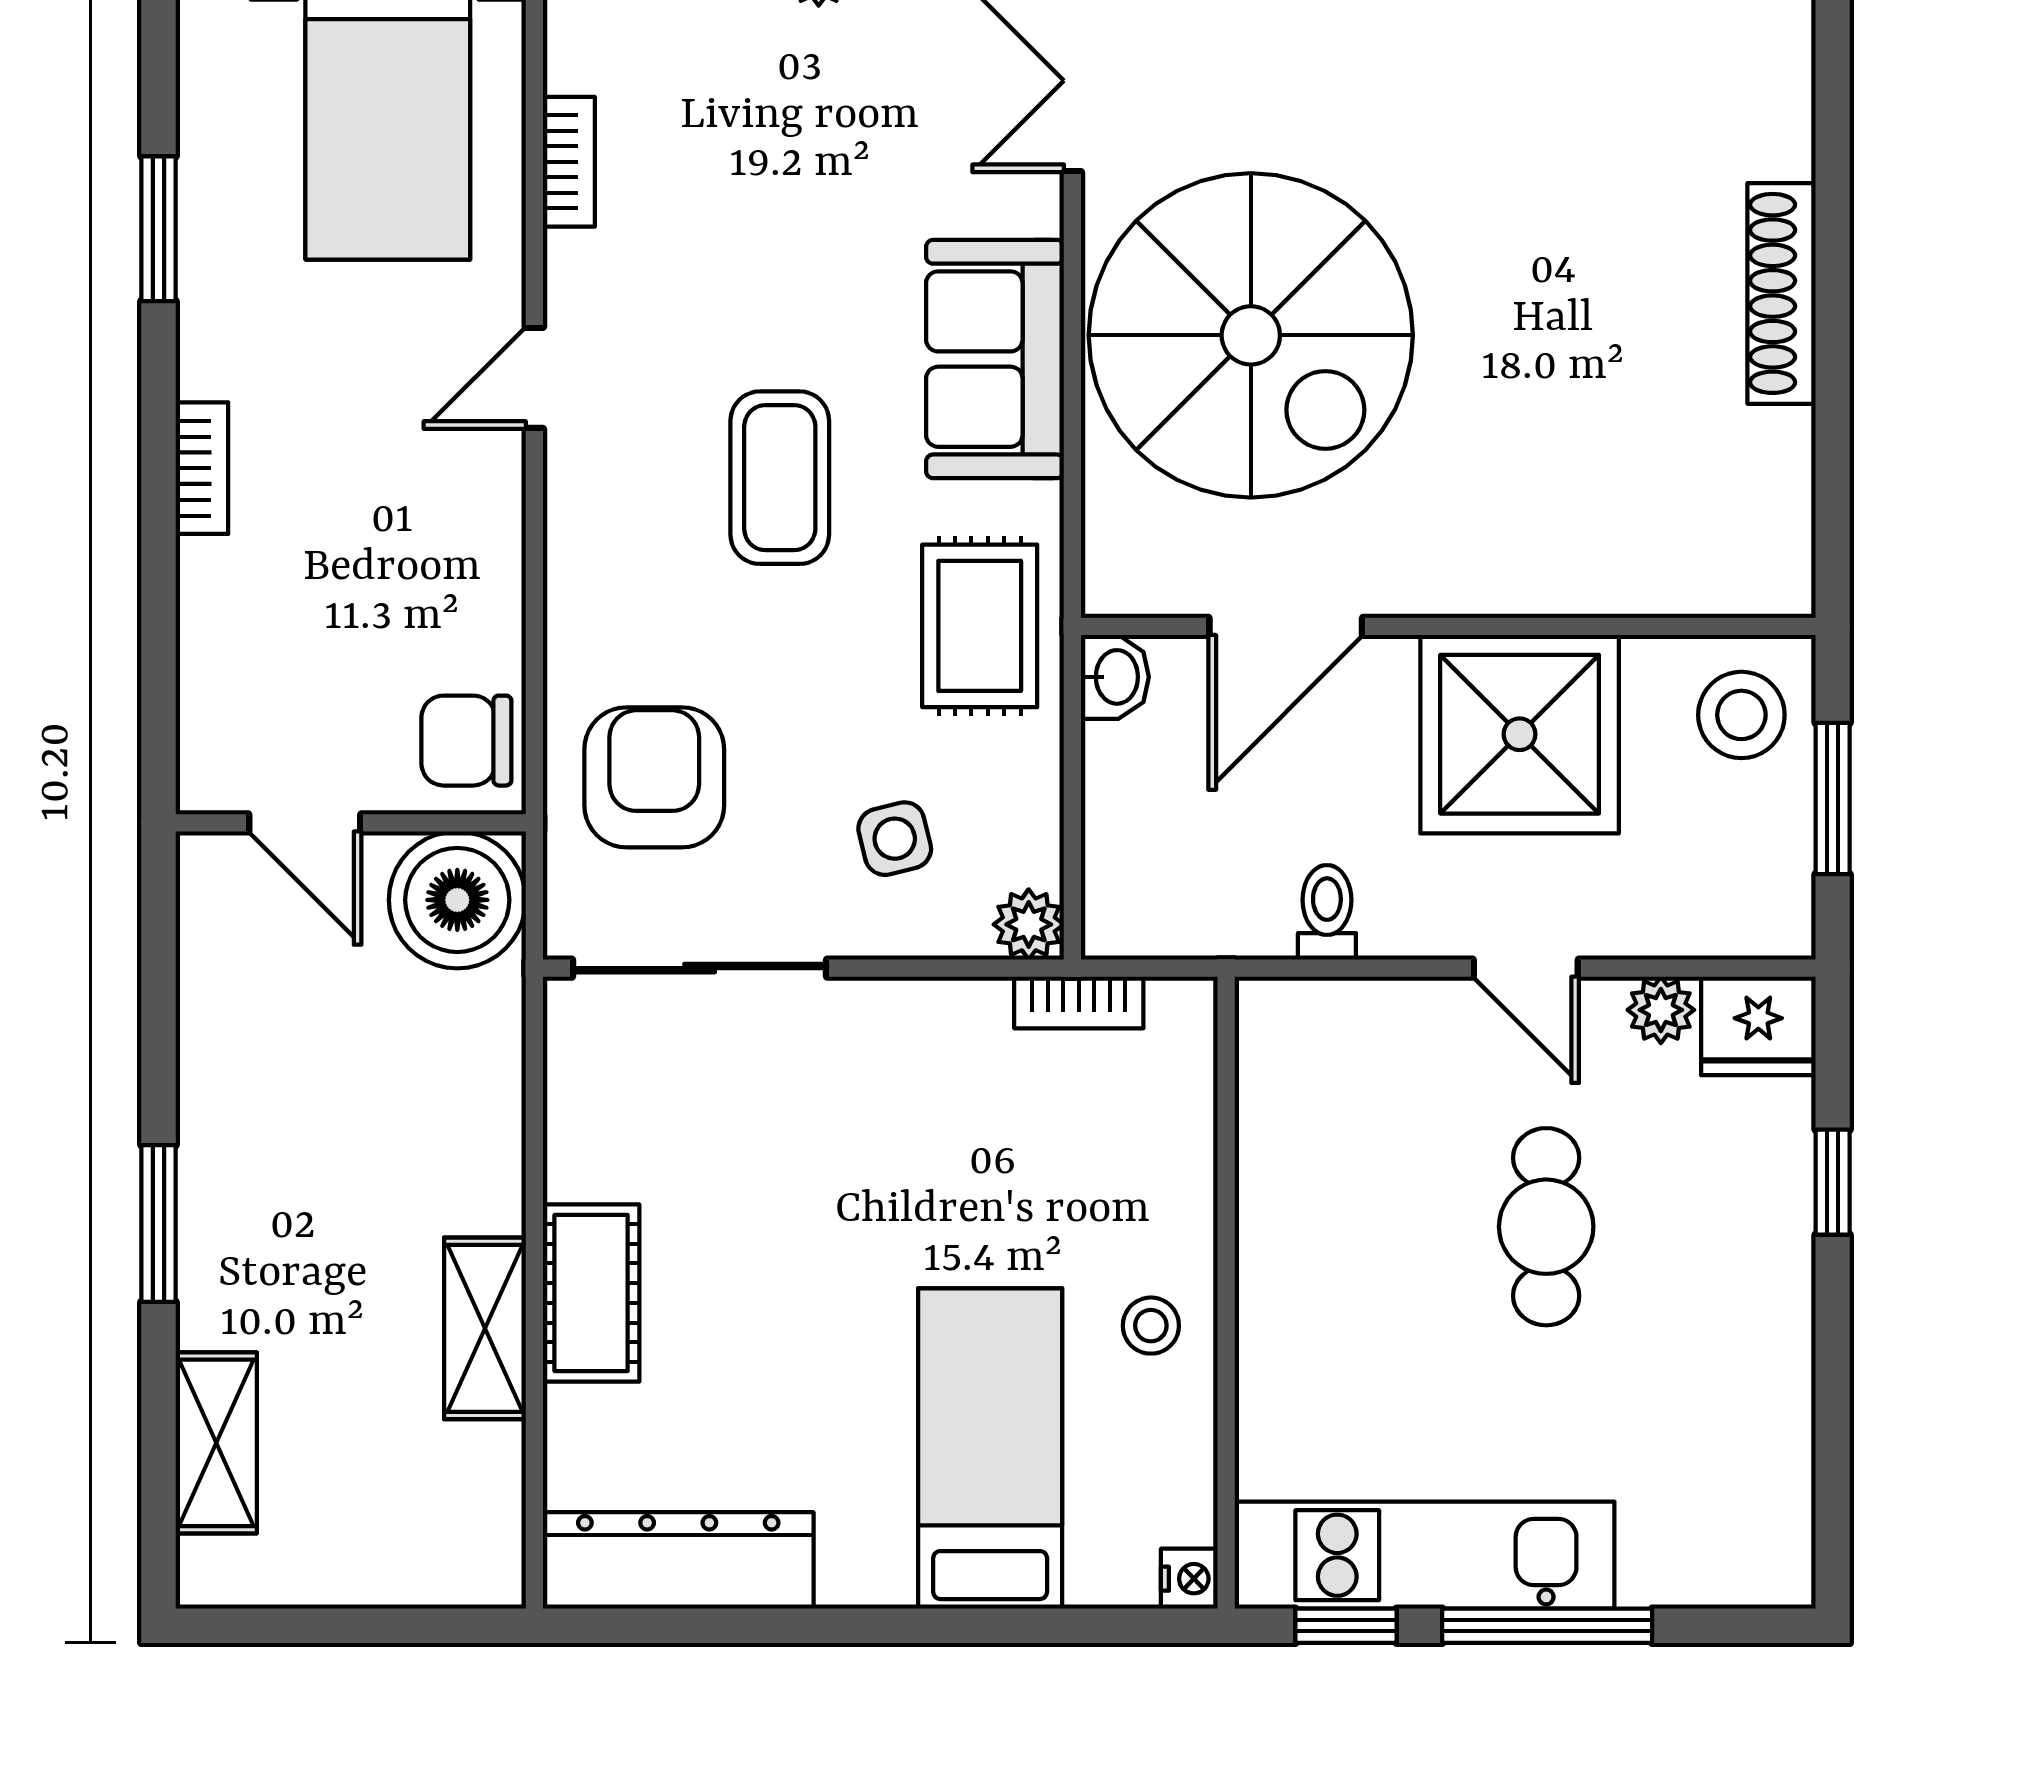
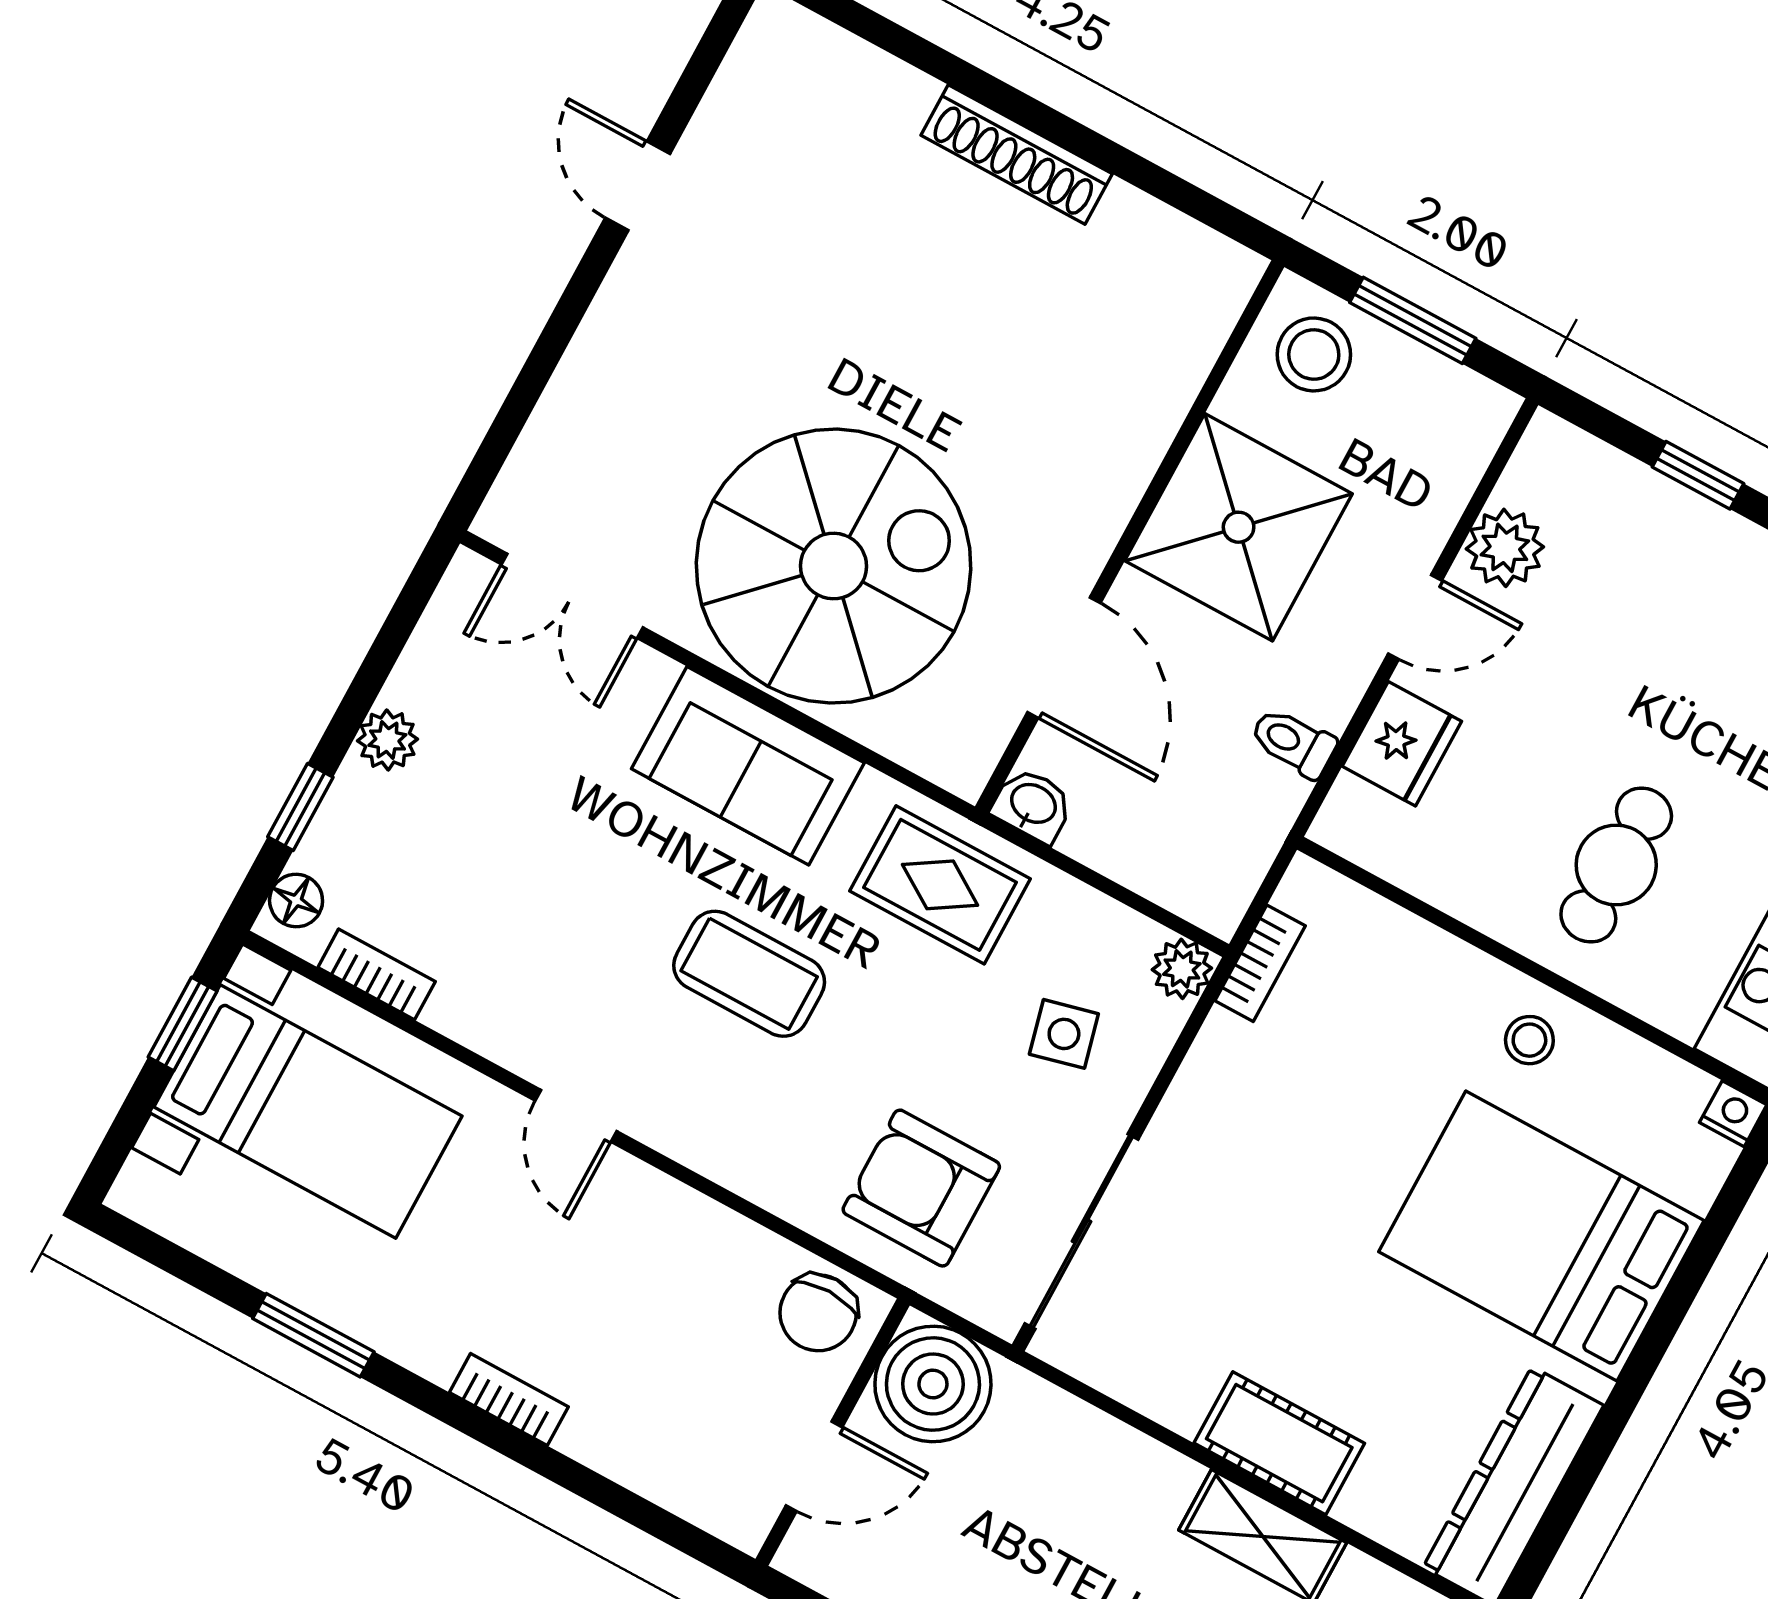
bookcase: (569, 162) -> (377, 974), moved
plant: (1661, 1010) -> (1505, 548), width x1.38, depth x1.38
fridge: (1758, 1026) -> (1402, 744), moved
cafe table: (1546, 1227) -> (1616, 865), moved, turned 90
bed: (990, 1448) -> (1541, 1236), width x1.50

